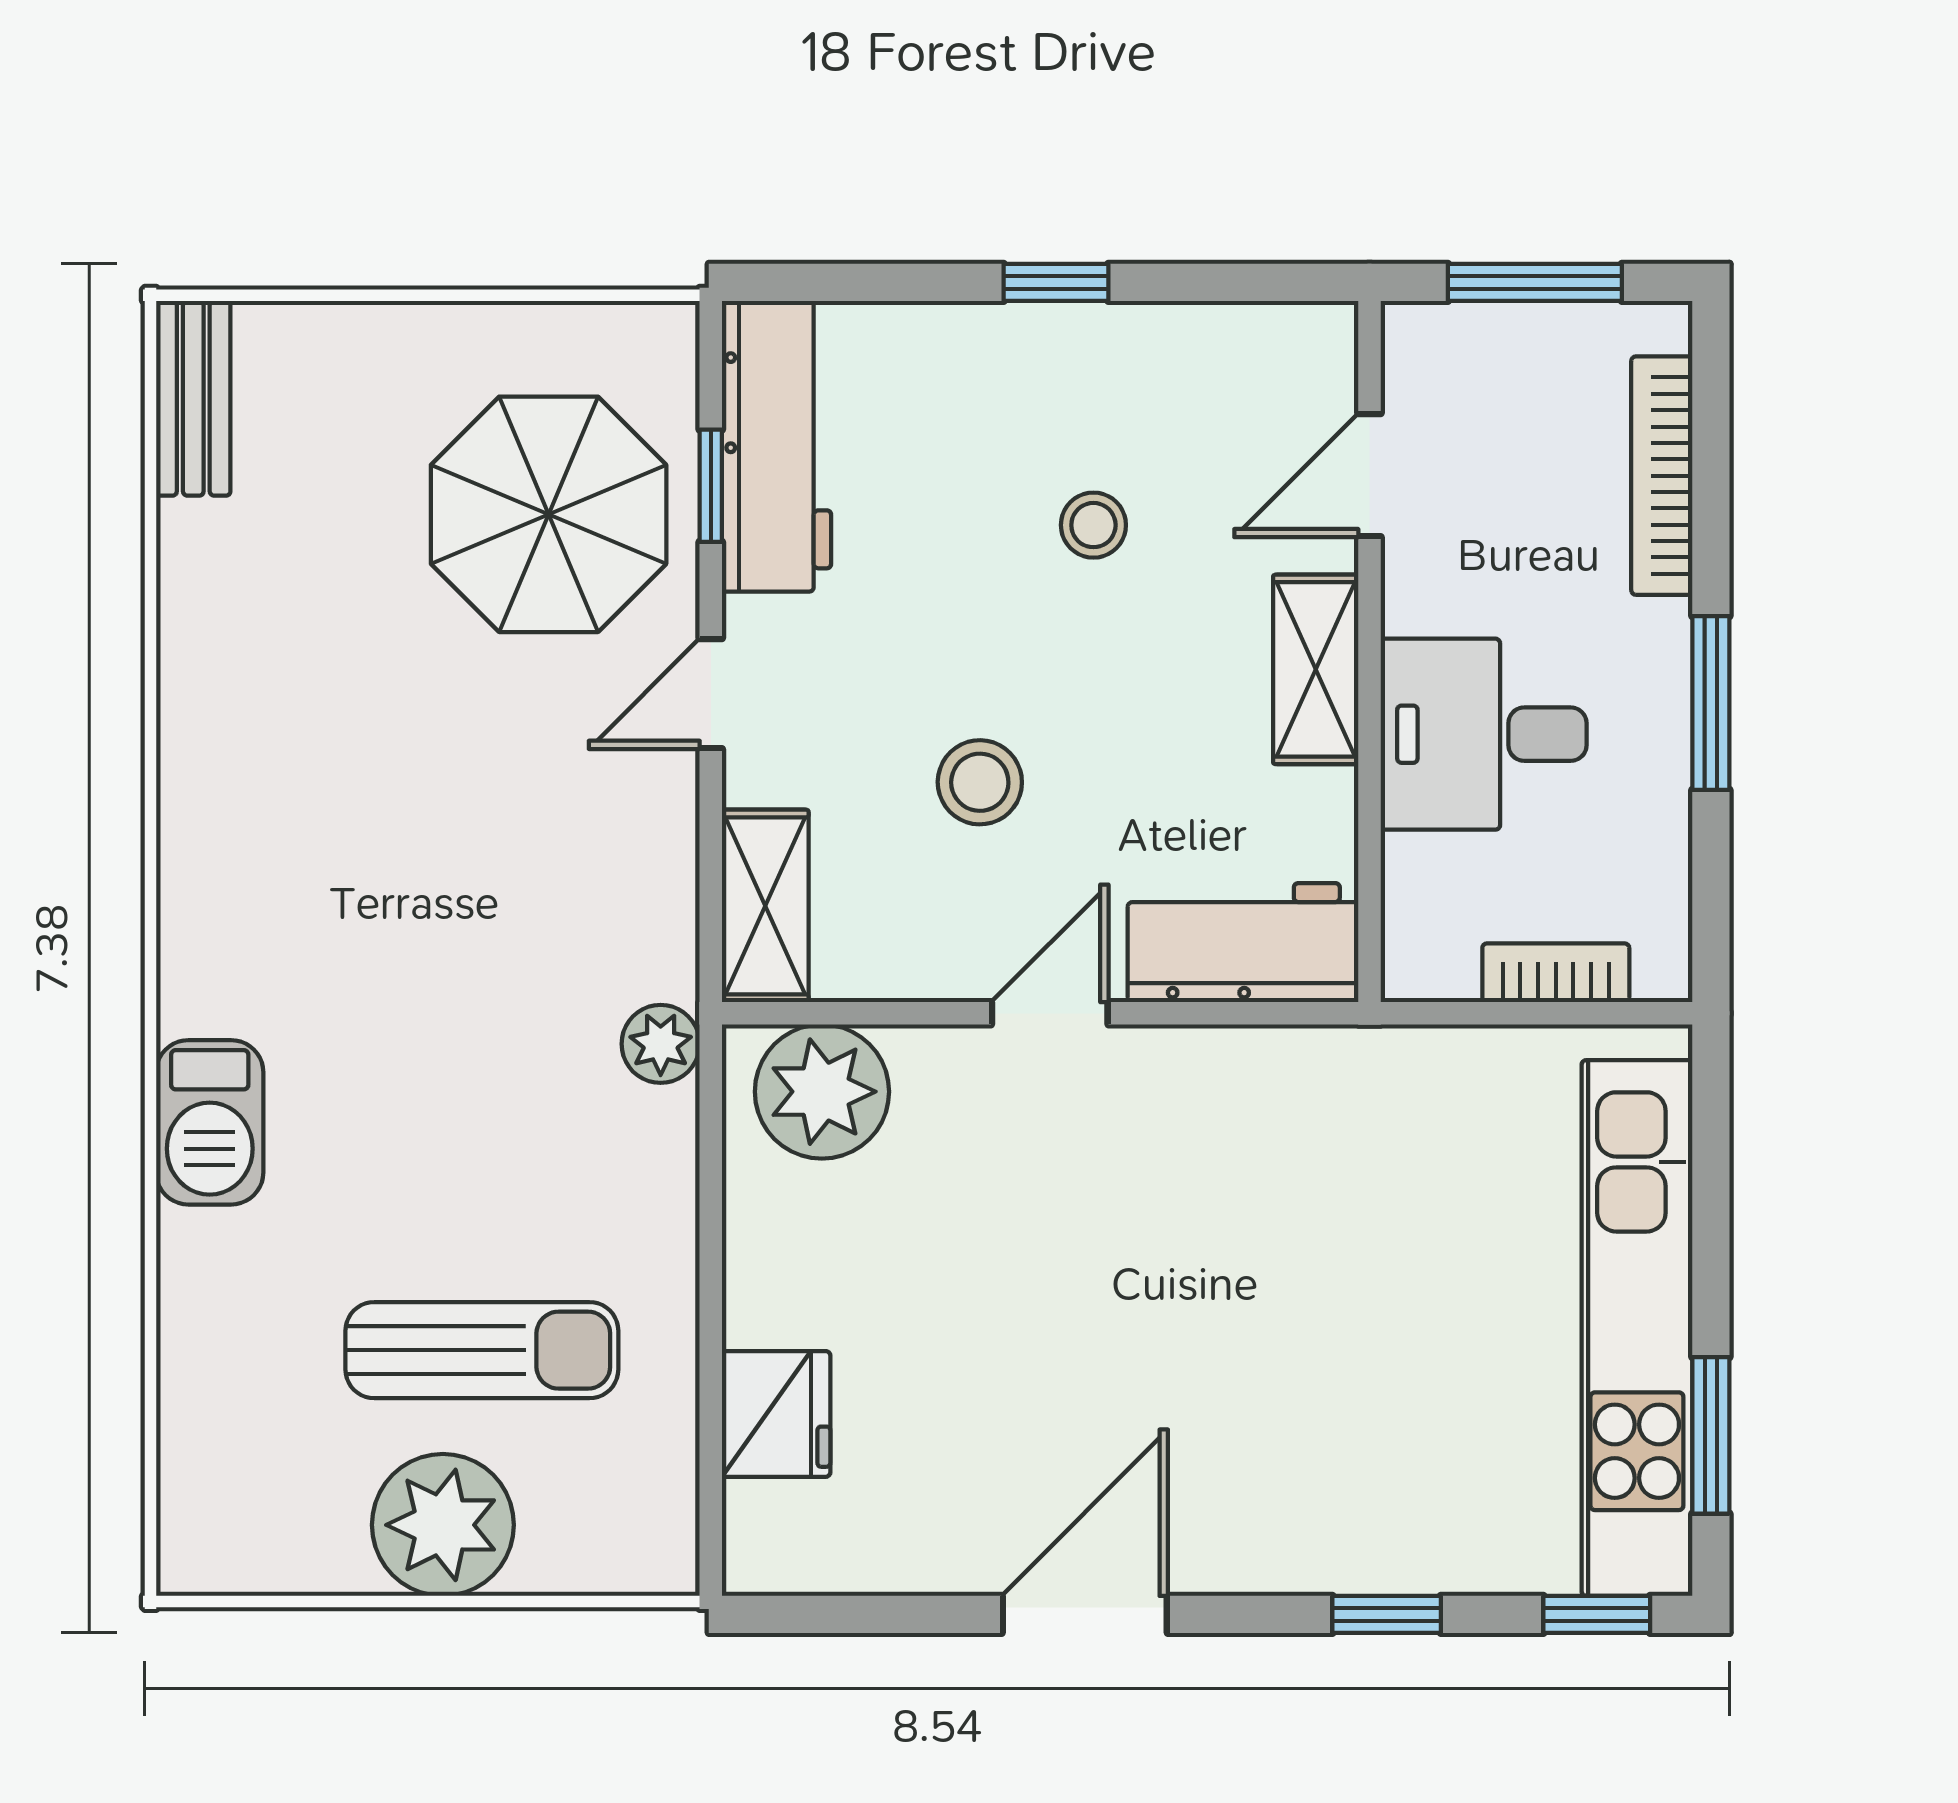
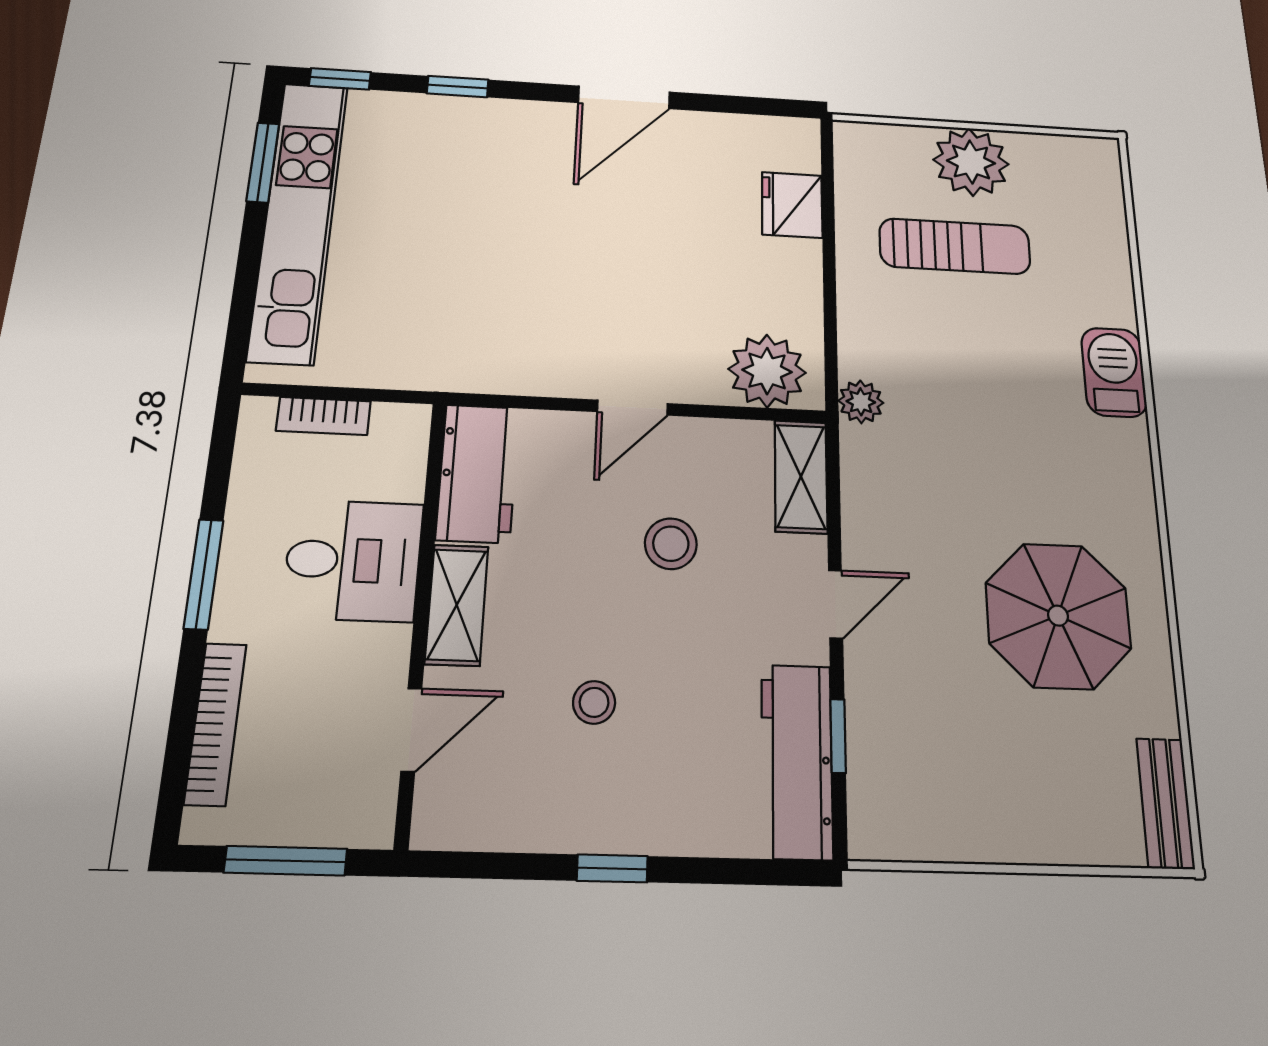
parasol: (549, 514) -> (1058, 616), moved
workbench: (1243, 943) -> (478, 473), moved, turned -90
sun lounger: (482, 1350) -> (955, 246), turned 180

